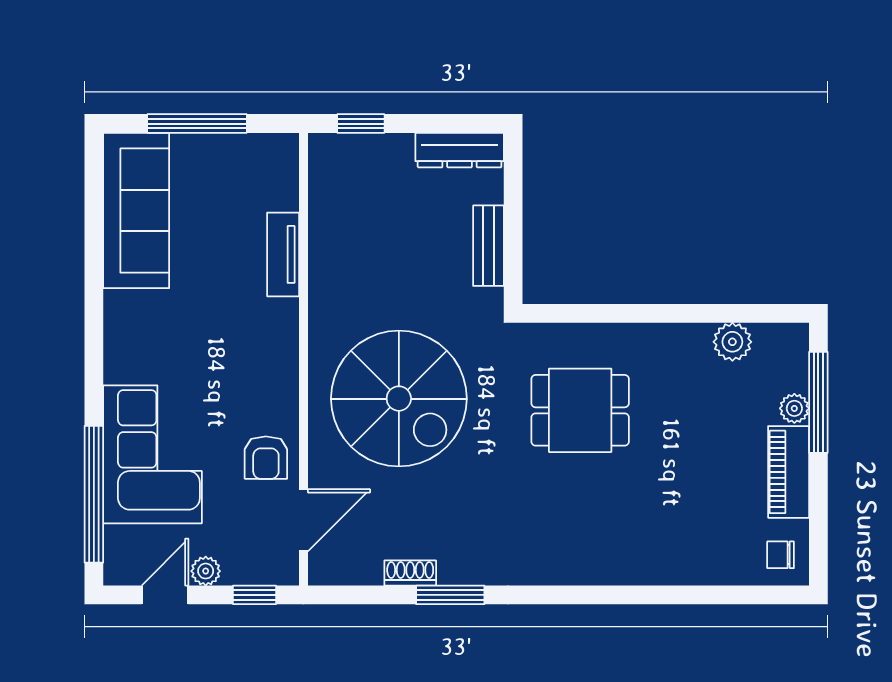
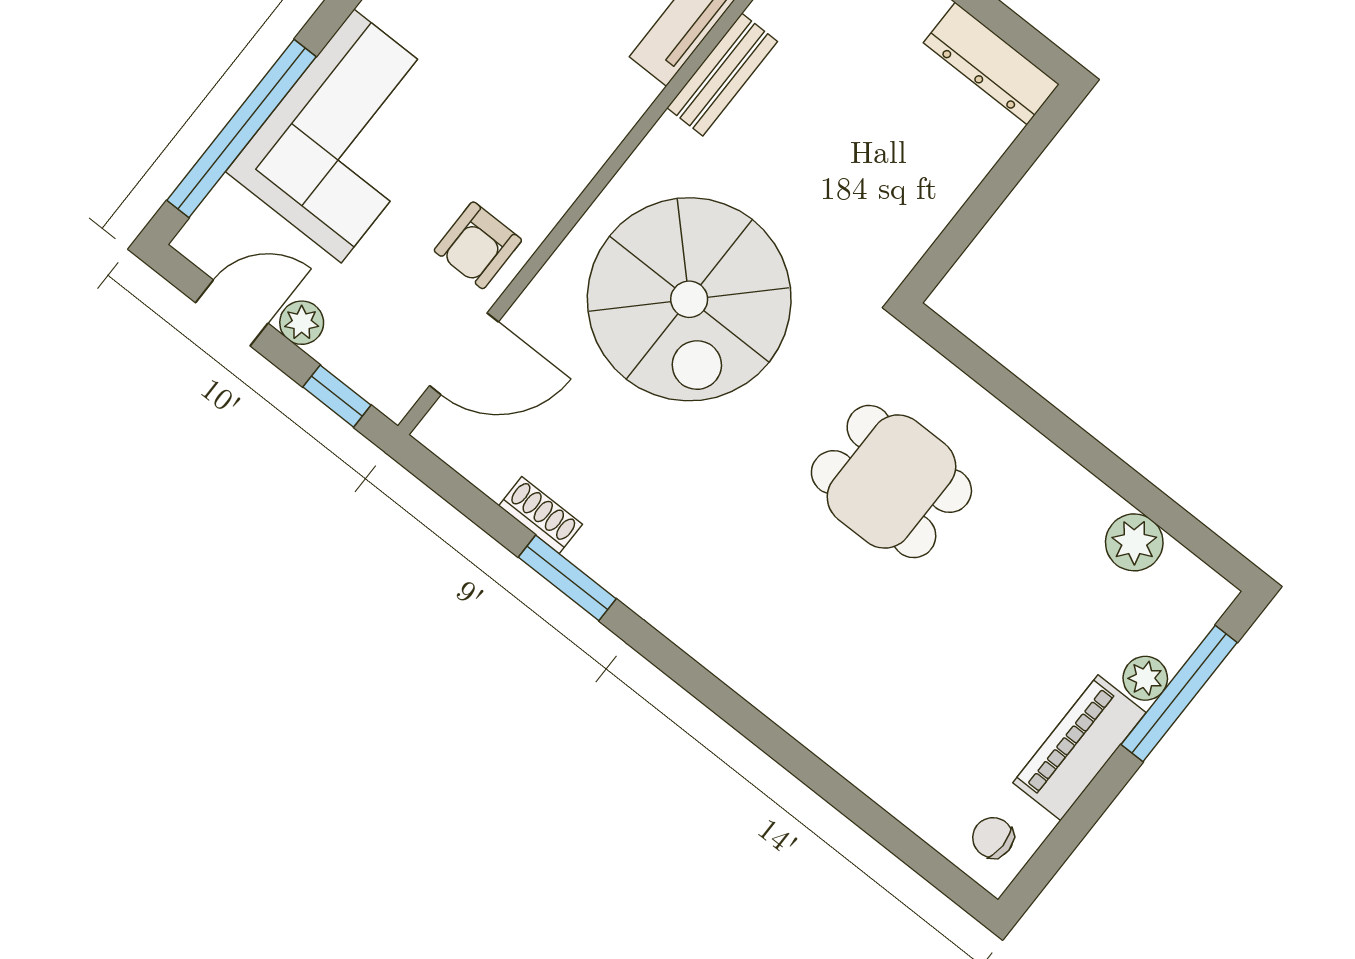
bench: (488, 246) -> (722, 75), moved

